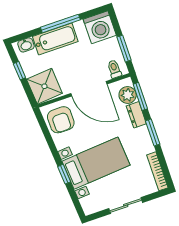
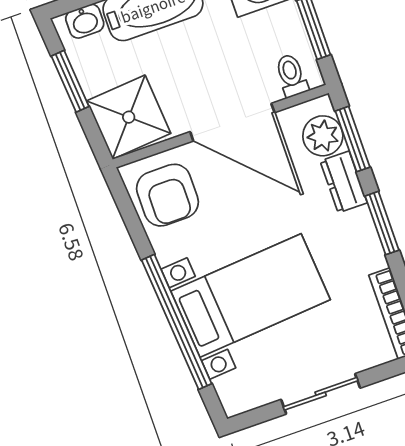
window: (19, 71) -> (70, 81), width x1.50
window: (64, 174) -> (177, 322), width x3.17

